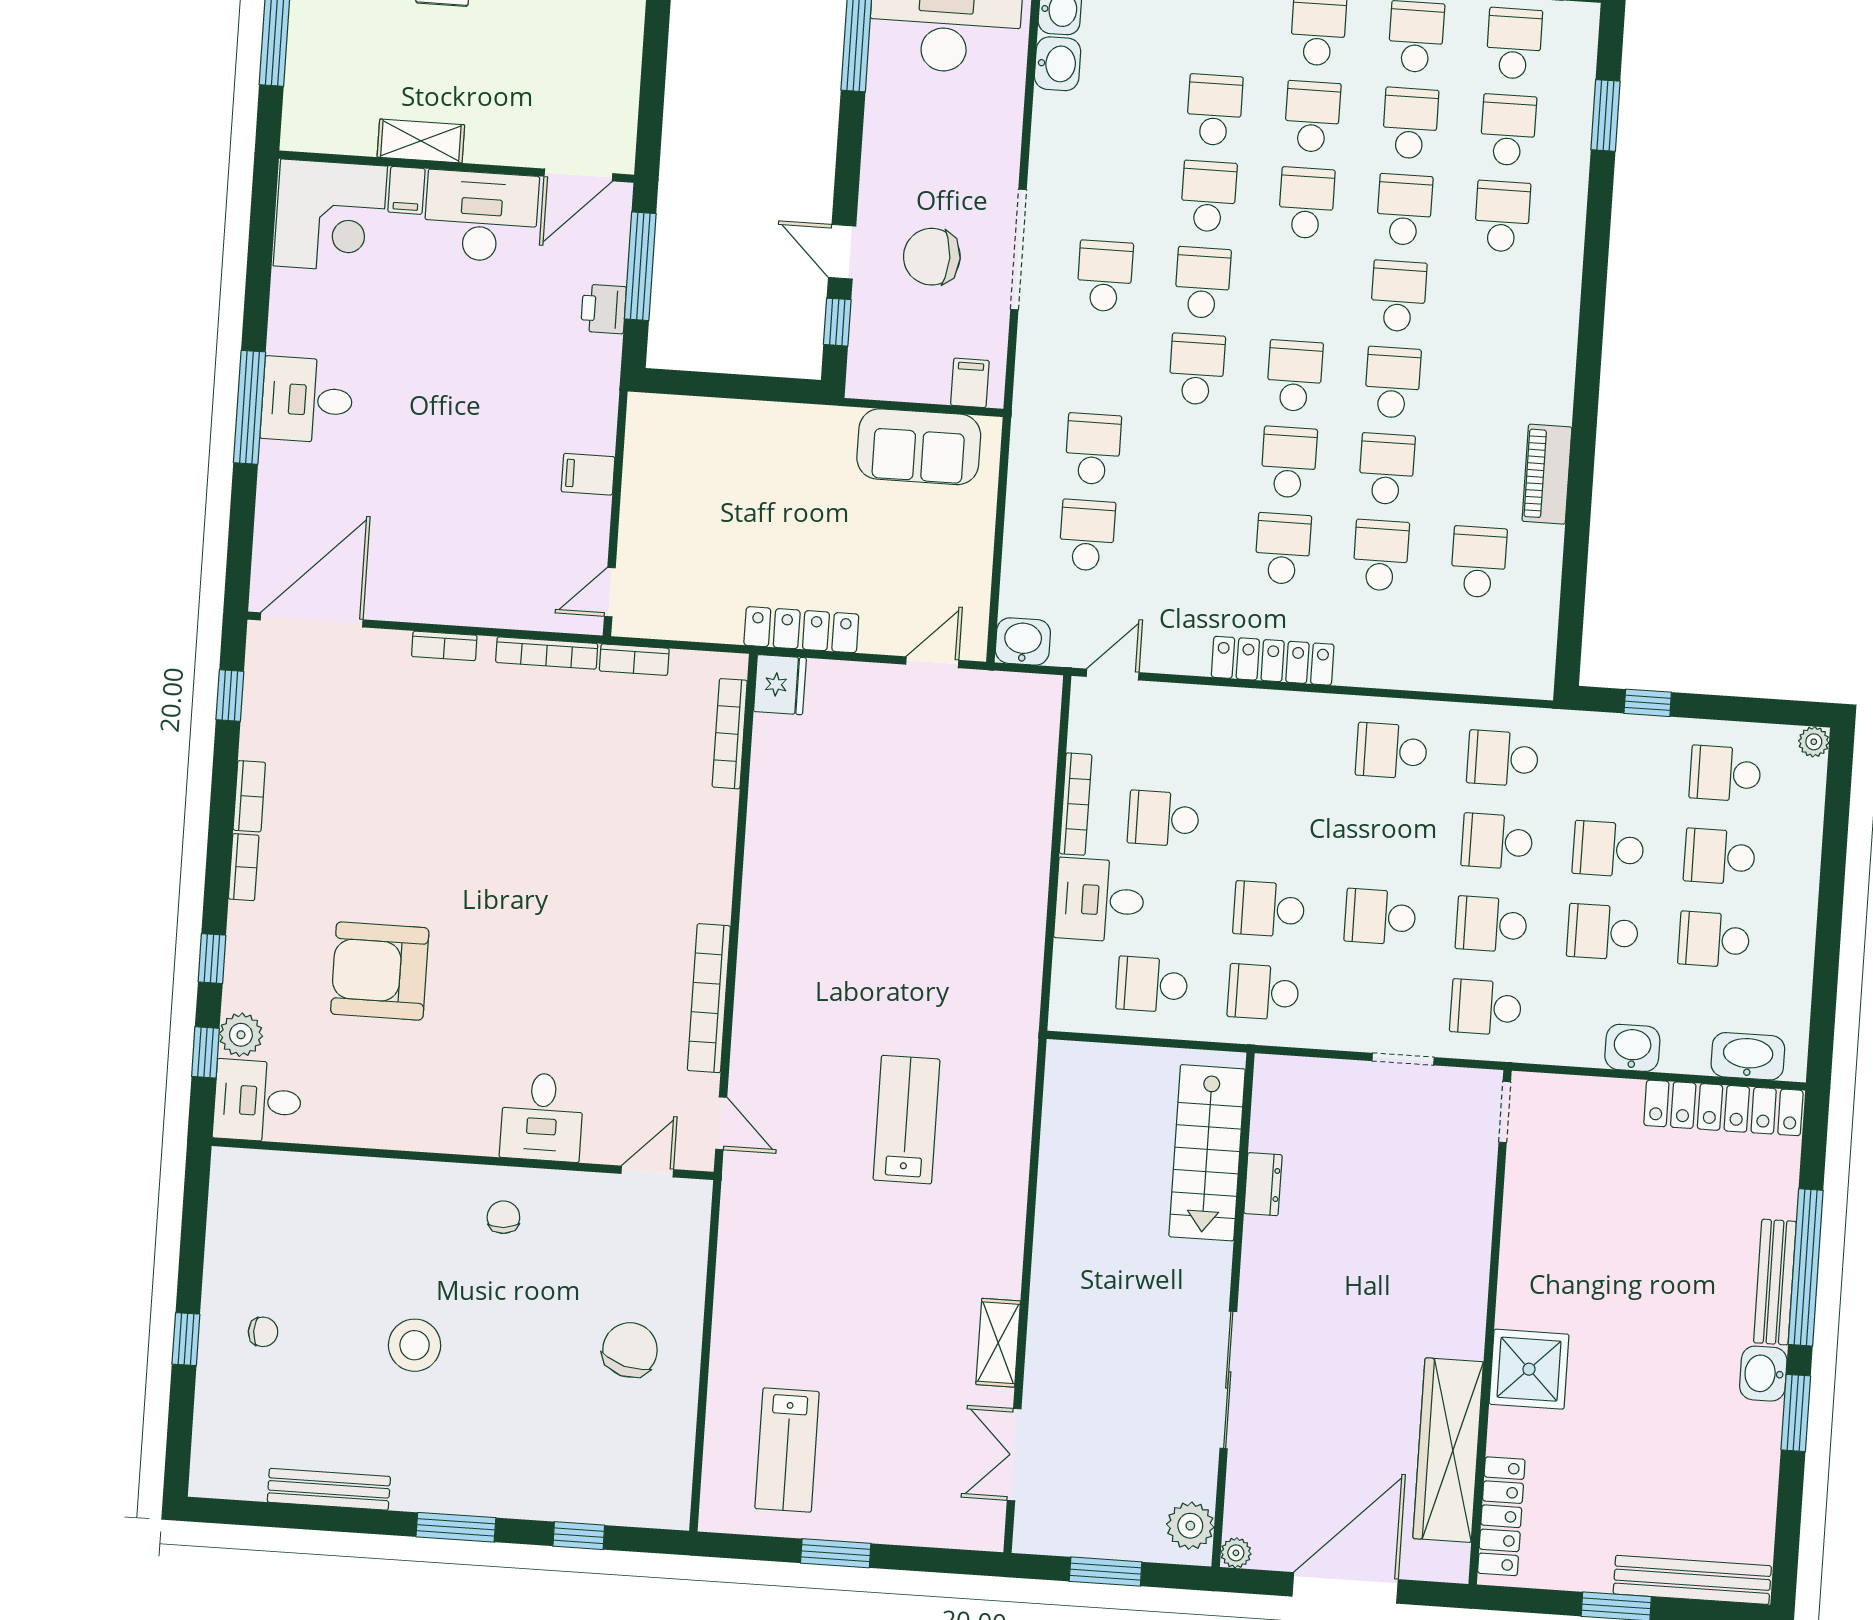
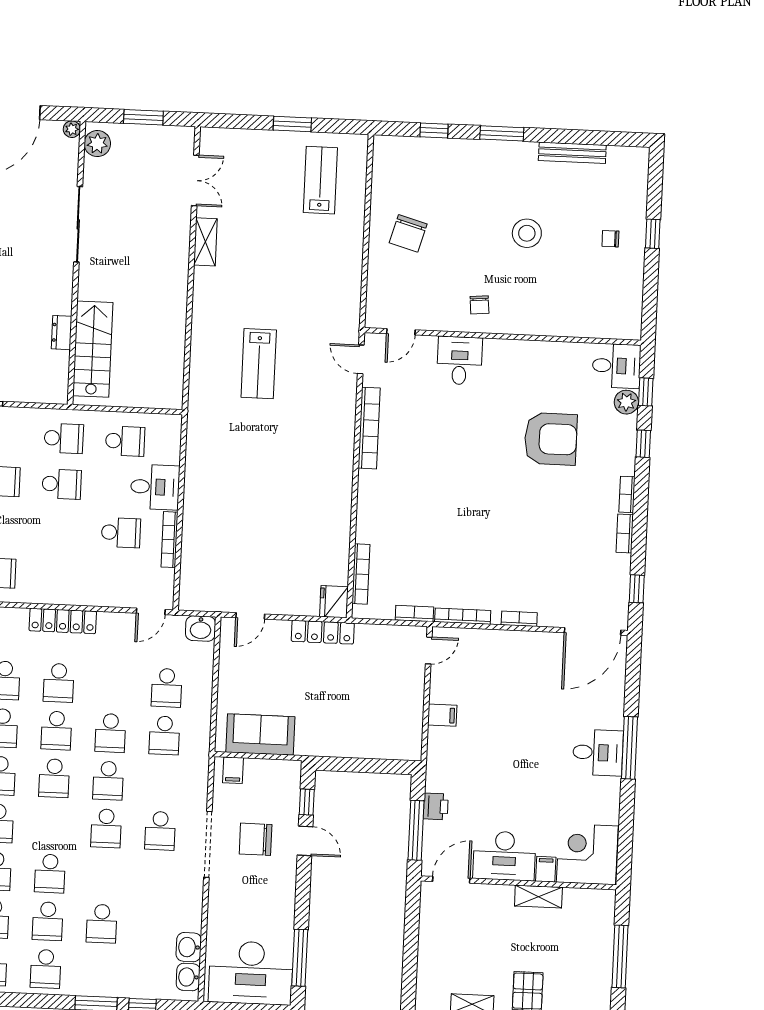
school desk: (1209, 196) -> (110, 733), moved
chair: (932, 257) -> (256, 839), turned 180

